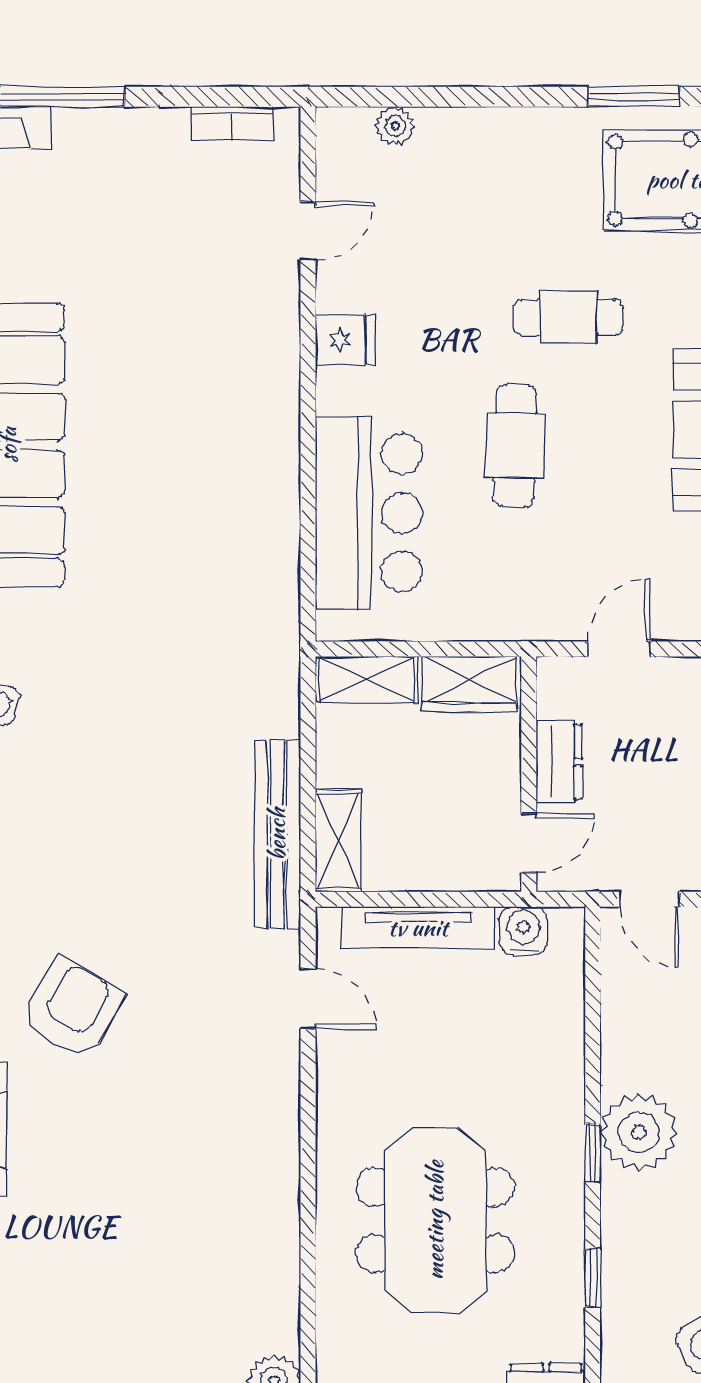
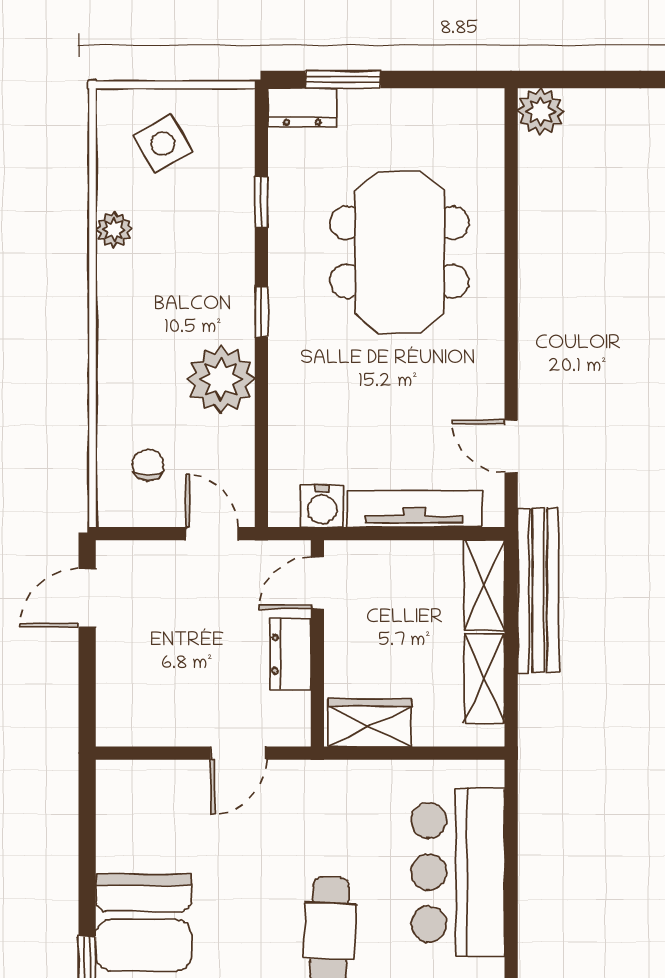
shelving: (367, 679) -> (484, 678), moved, turned 90
plant: (639, 1132) -> (221, 379), moved

